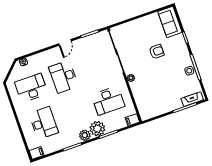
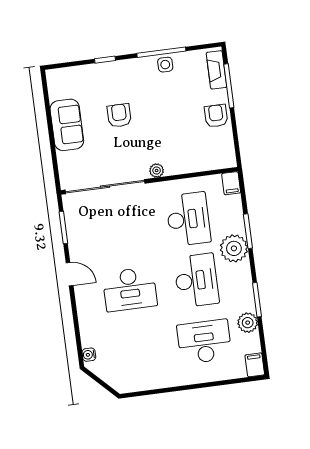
sofa: (170, 22) -> (67, 125), moved, turned -90
desk: (31, 88) -> (196, 280), moved, turned 180
armchair: (167, 104) -> (216, 116), added
plant: (85, 135) -> (248, 323), moved

